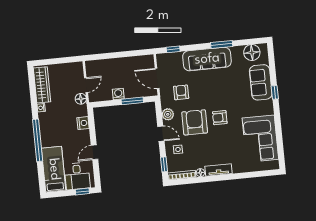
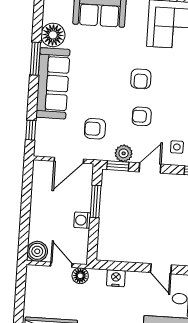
floor lamp: (252, 52) -> (53, 35), moved
boiler: (92, 67) -> (37, 251), added
window: (159, 112) -> (118, 166), added
armchair: (195, 122) -> (142, 116), width x0.53, depth x0.53

